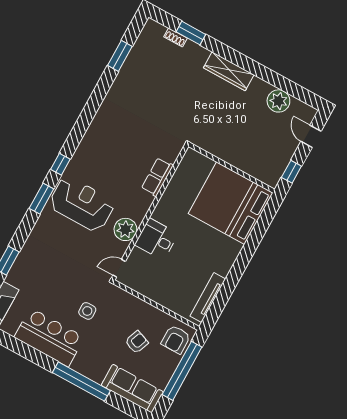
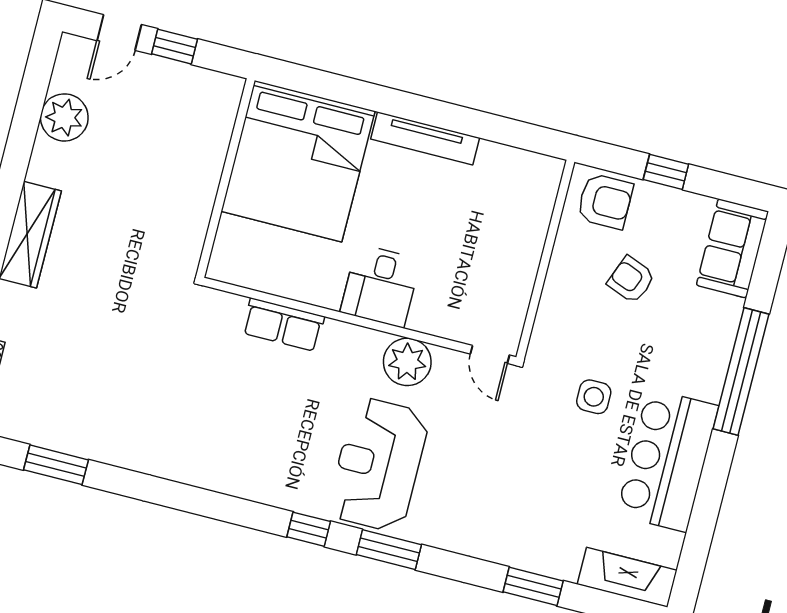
window: (291, 172) -> (174, 47), moved
desk: (156, 239) -> (380, 286), moved
tv unit: (208, 297) -> (425, 138), moved
window: (182, 371) -> (666, 172), width x0.32
sofa: (132, 389) -> (732, 248), width x0.73

